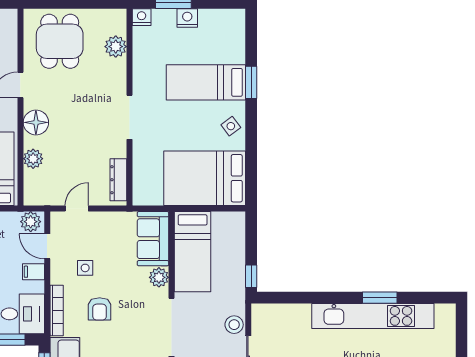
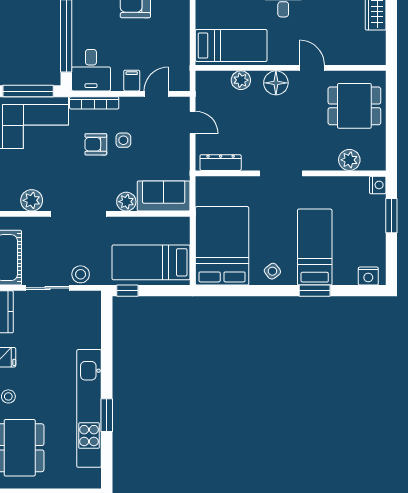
nightstand: (187, 18) -> (368, 276), moved, turned 90
plant: (31, 222) -> (180, 78), removed
bed: (193, 252) -> (151, 262), moved
side table: (85, 268) -> (123, 140), moved

